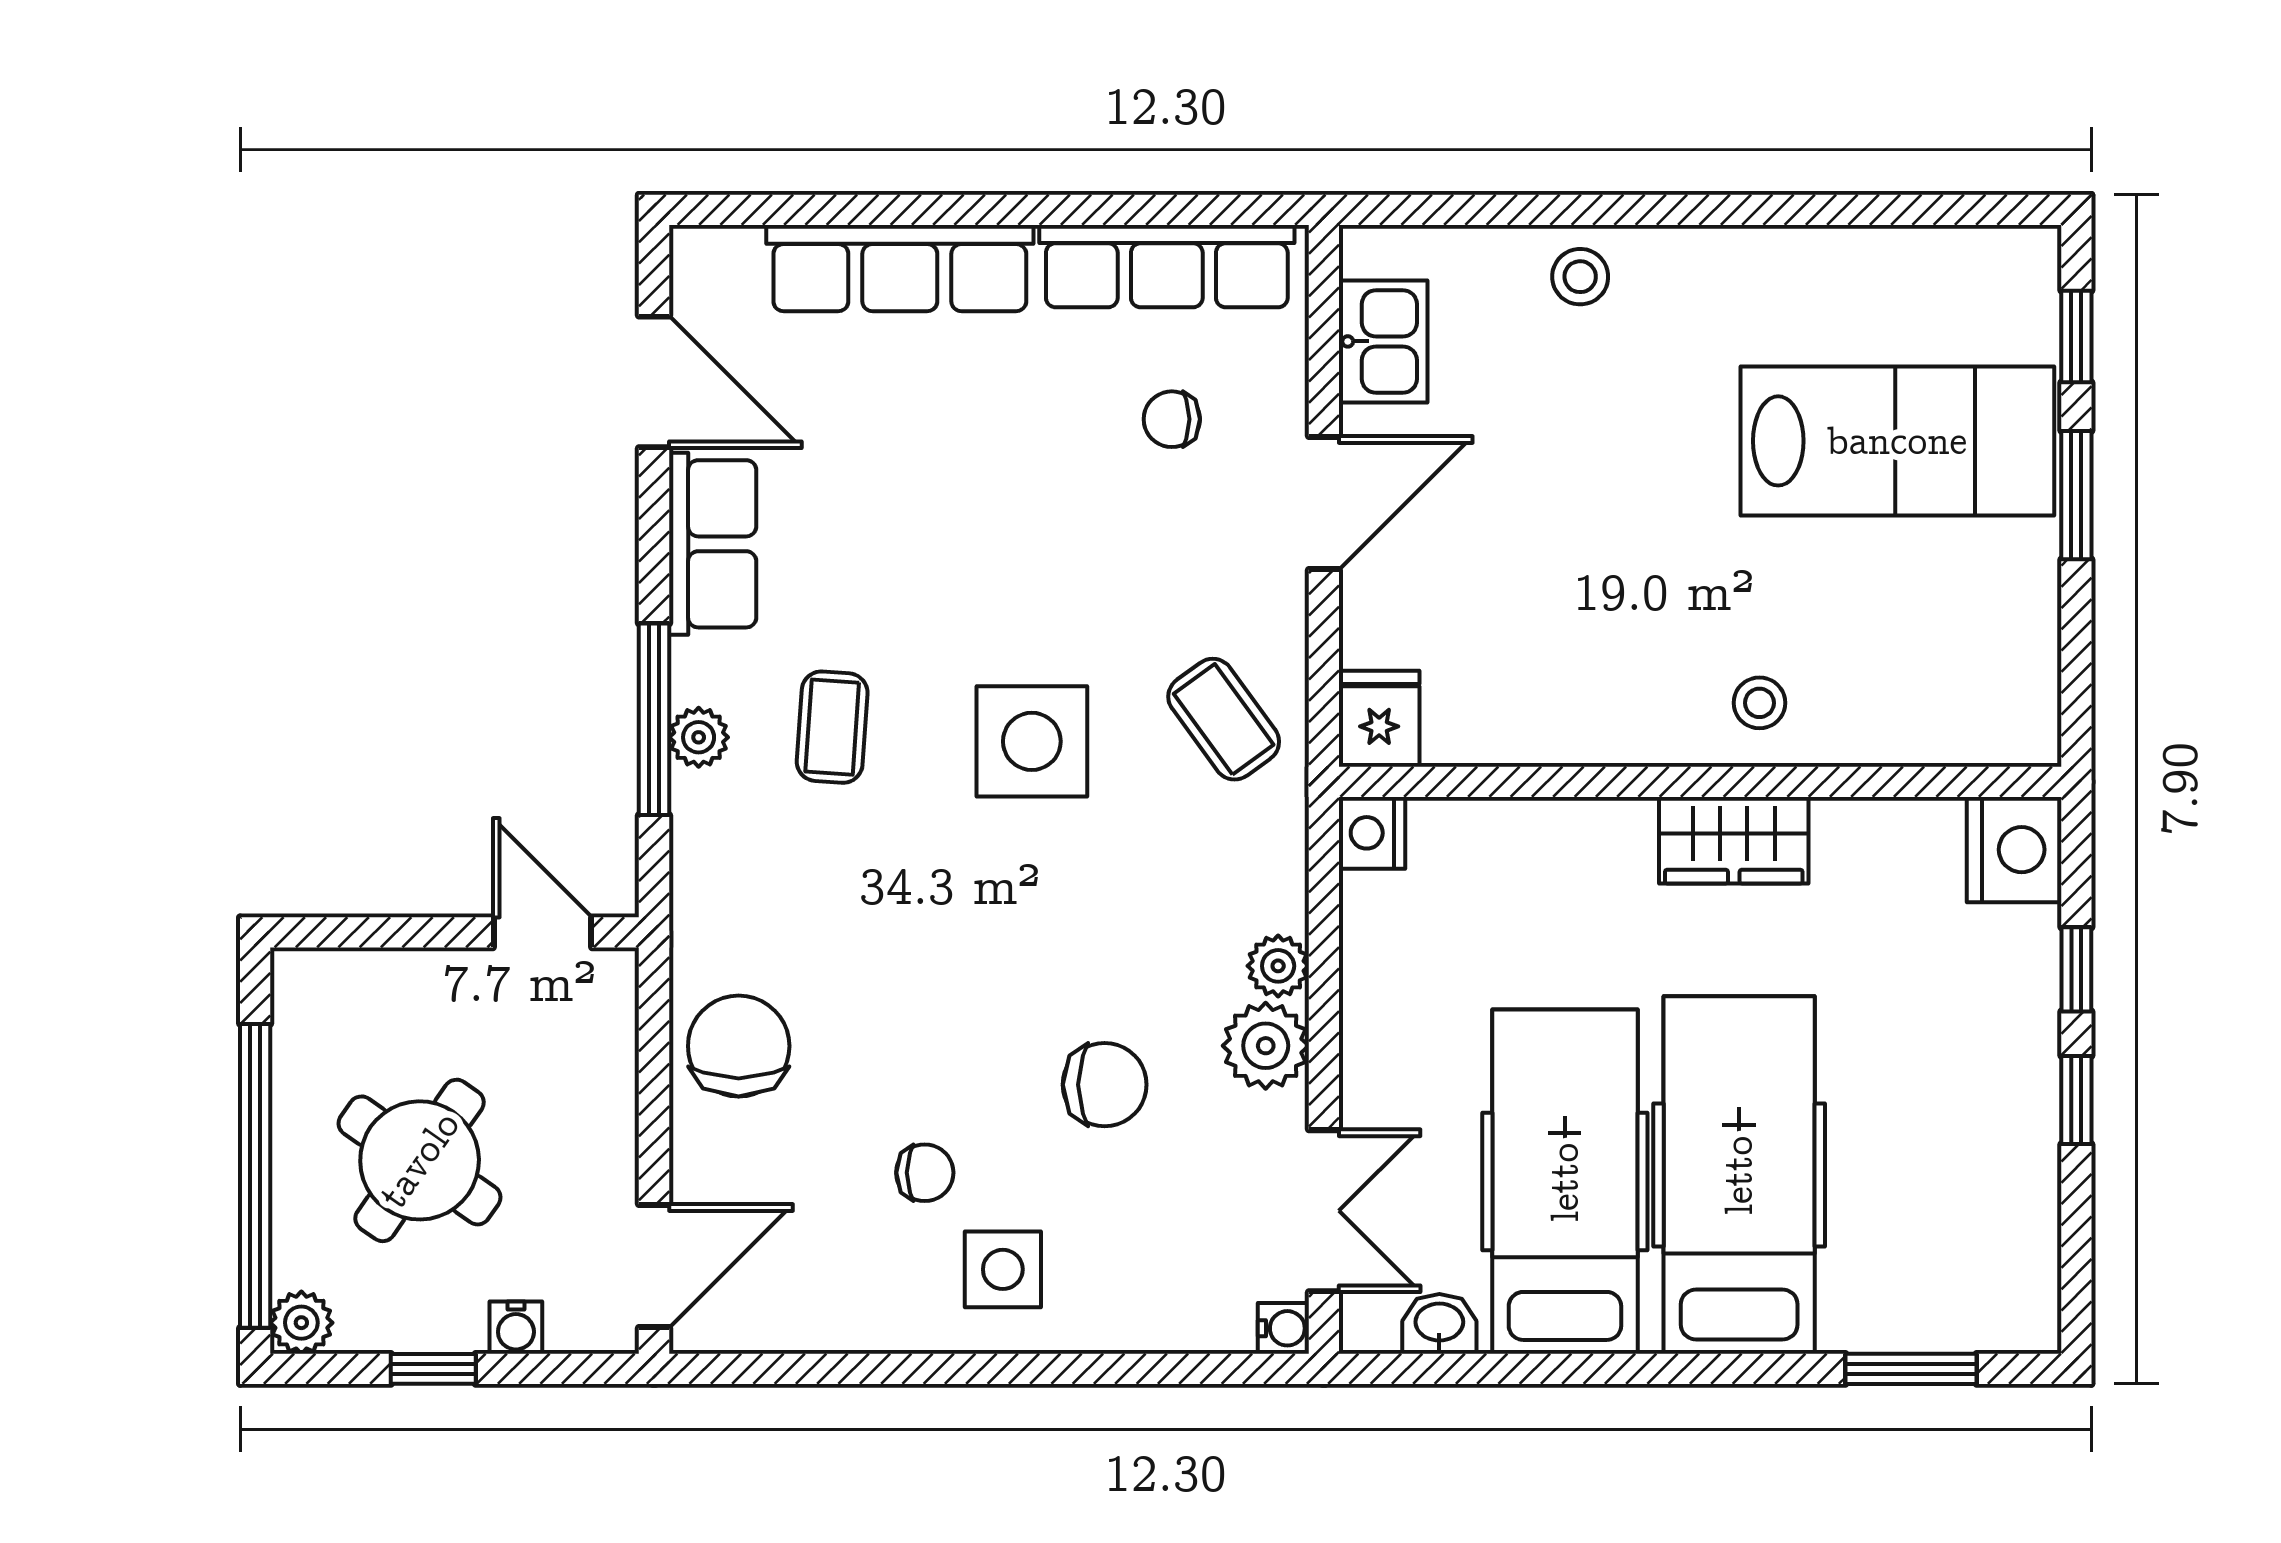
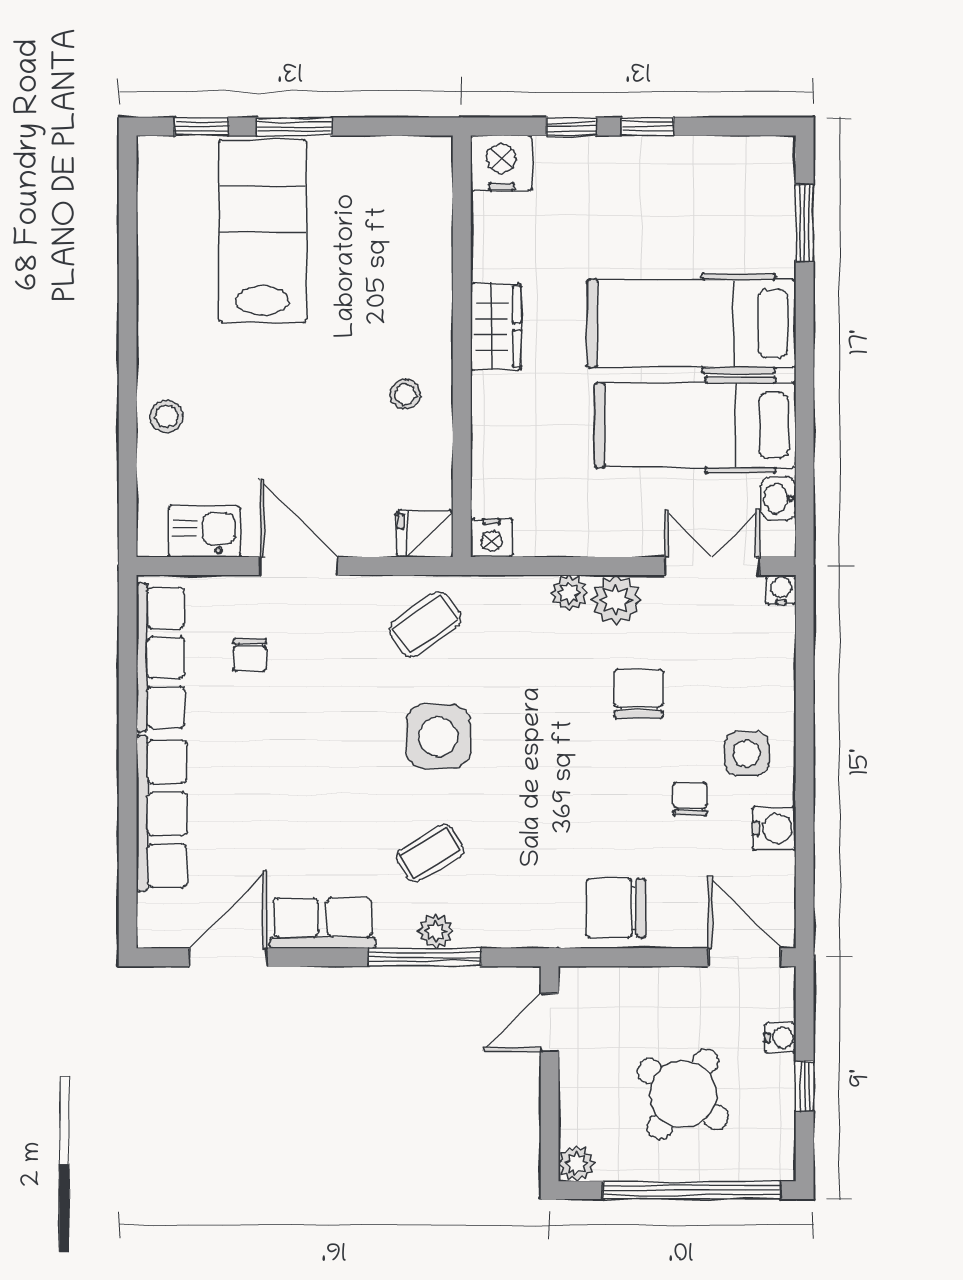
stool: (1759, 703) -> (405, 394), moved
coffee table: (832, 727) -> (430, 853), turned -35
water cooler: (874, 1316) -> (774, 829), added
plant: (301, 1323) -> (577, 1163), moved

